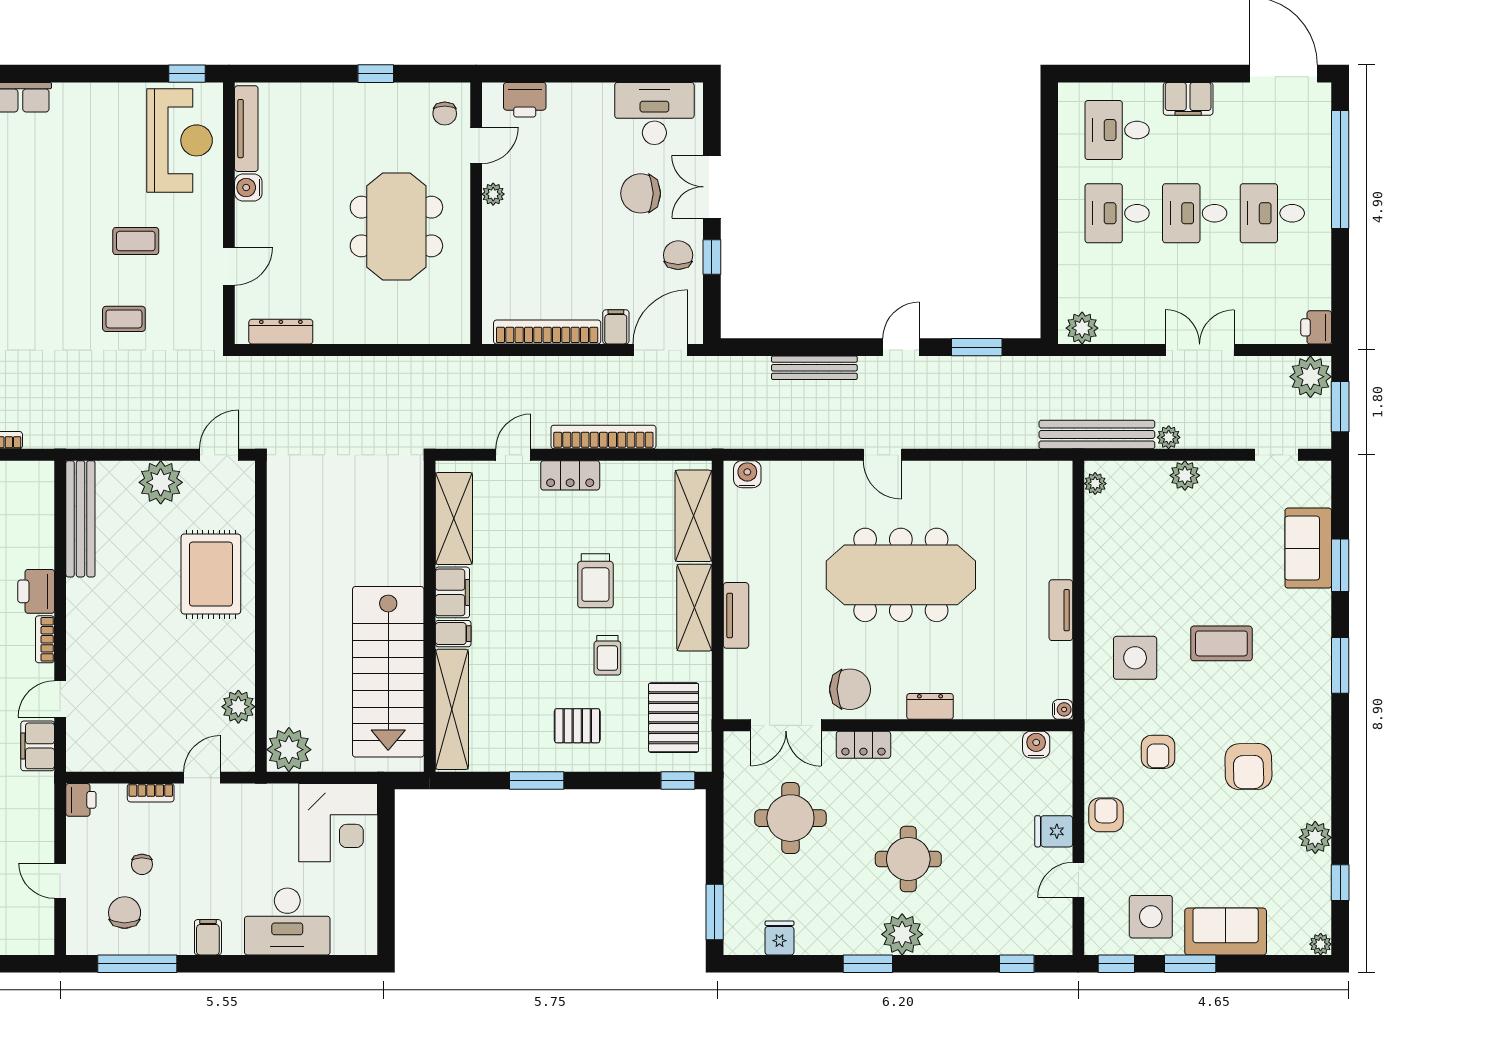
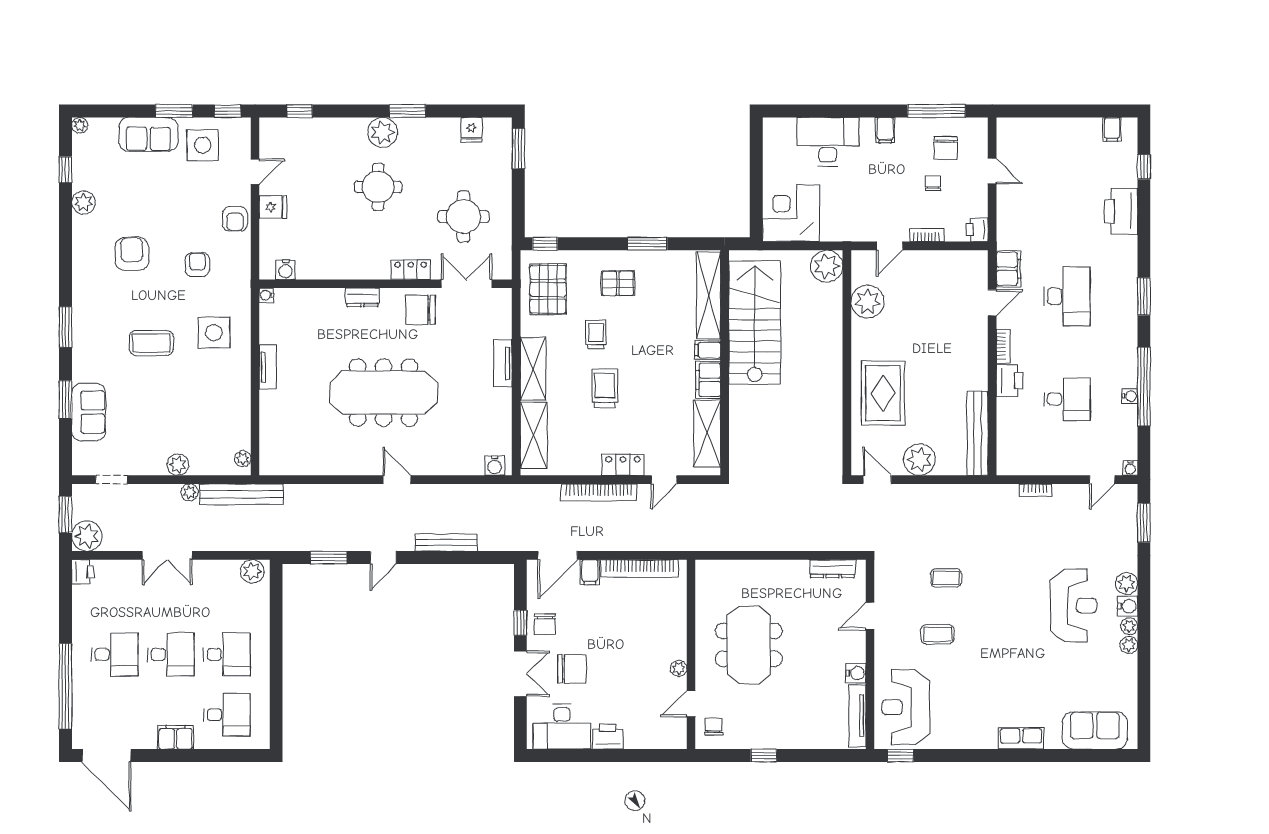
printer: (525, 100) -> (608, 737), moved
door: (219, 455) -> (877, 480), swing flipped
plant: (238, 707) -> (868, 302), width x1.36, depth x1.36

